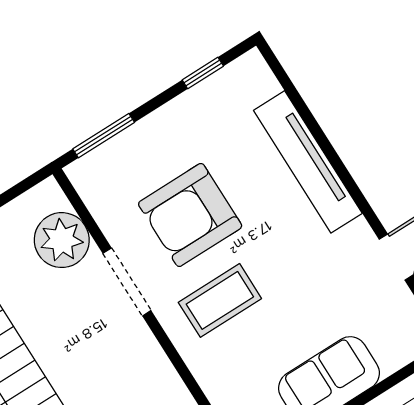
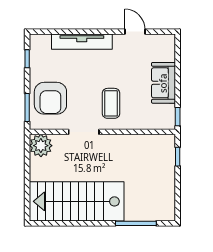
armchair: (190, 215) -> (50, 98), moved
plant: (62, 240) -> (41, 146), moved

